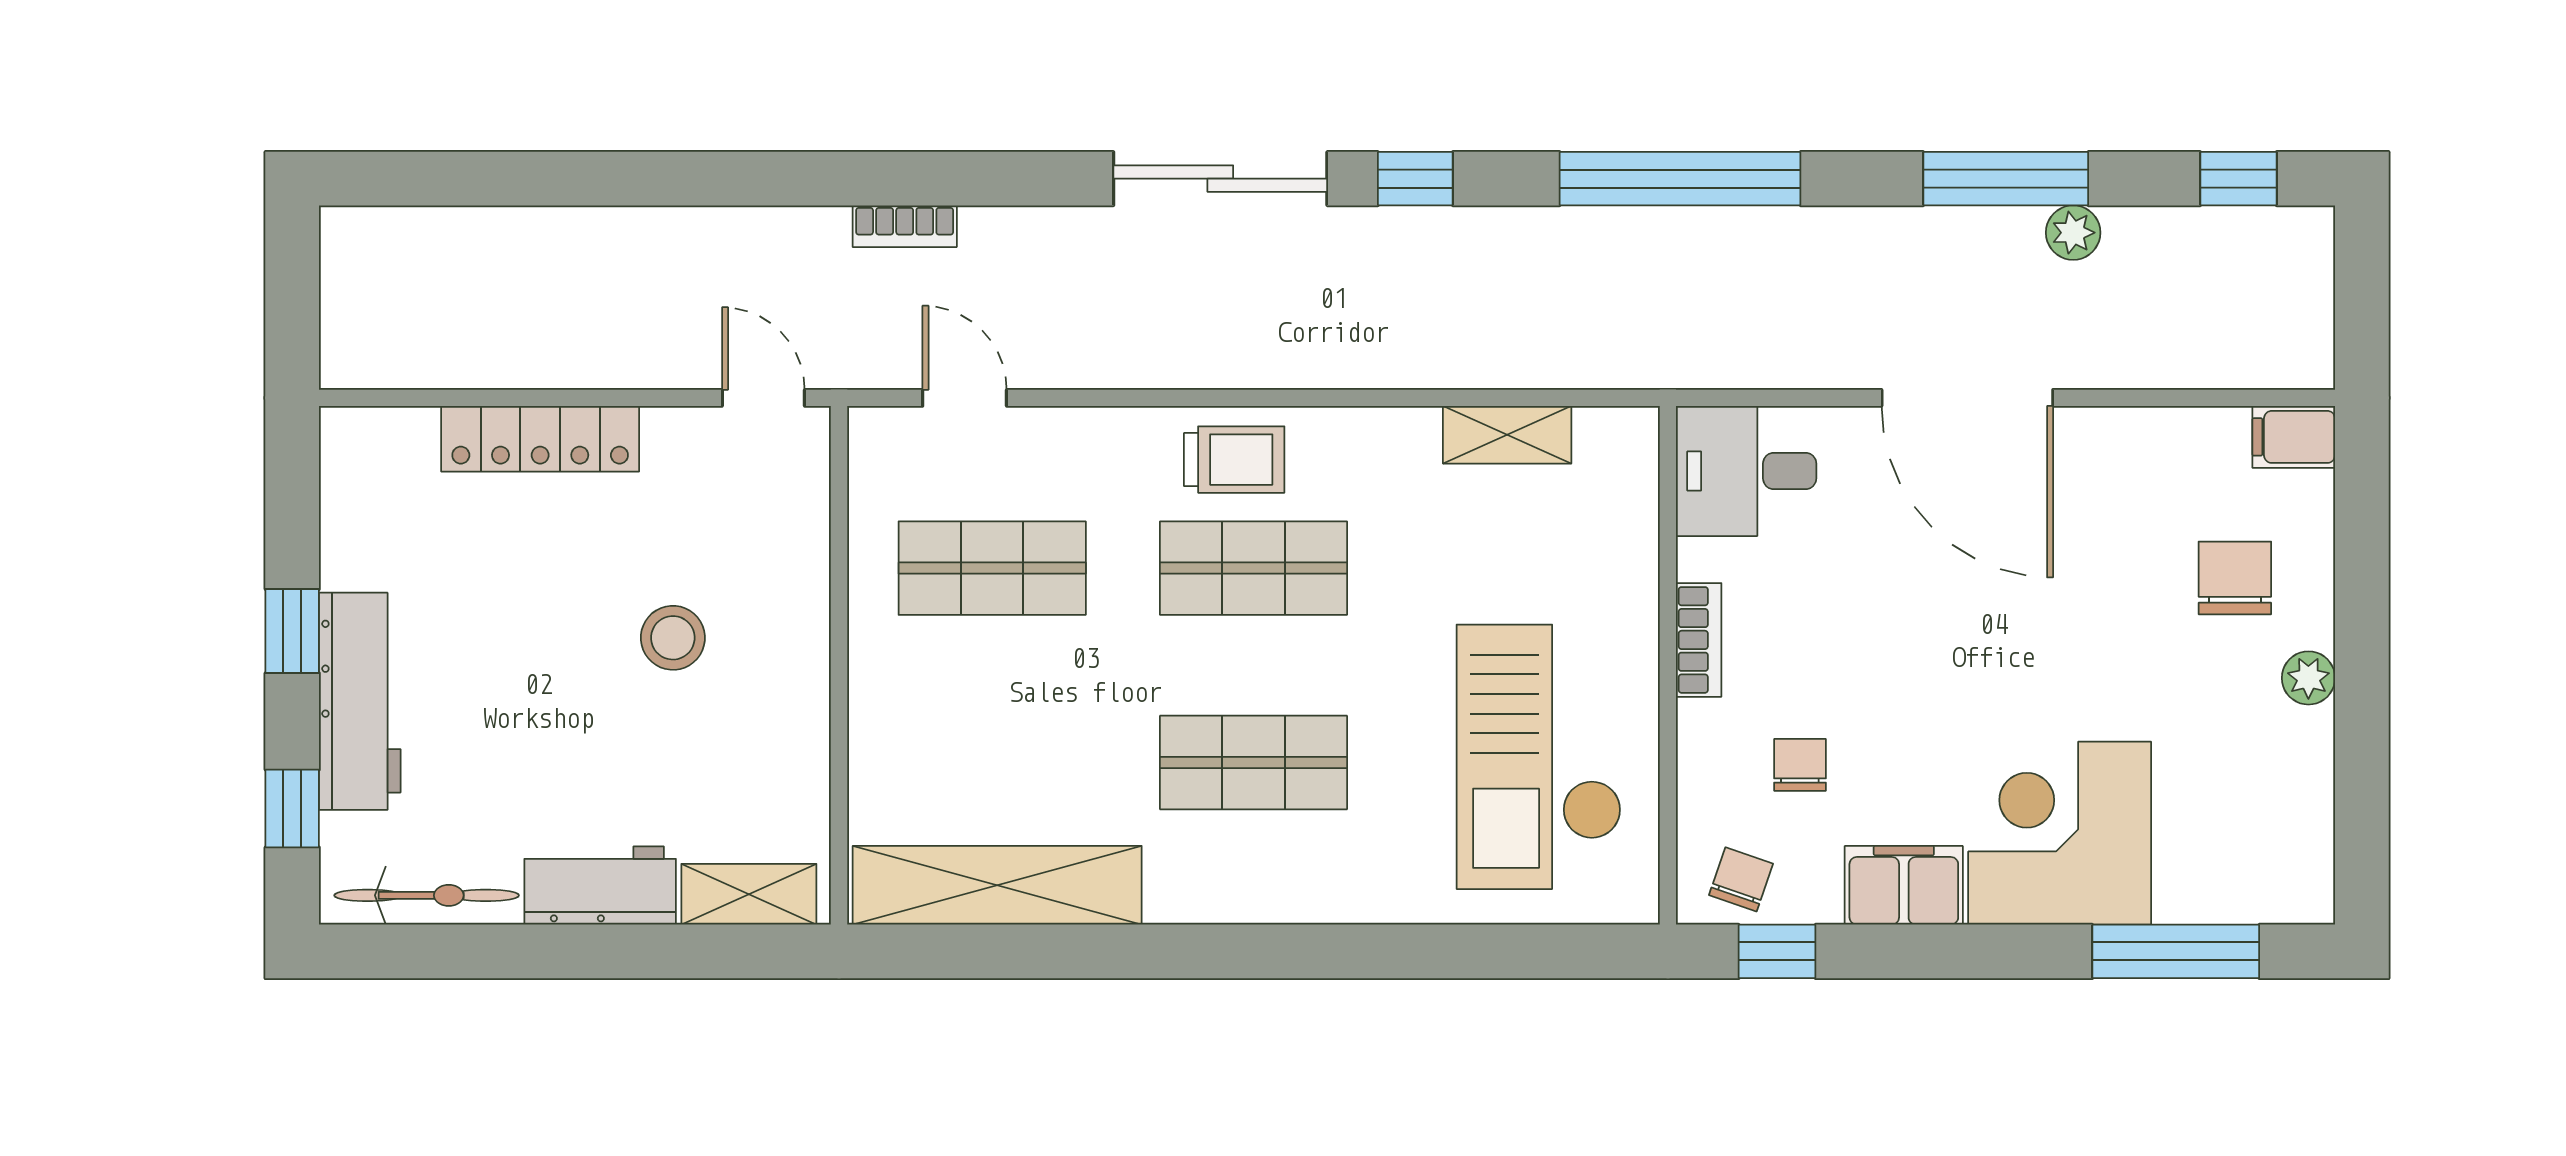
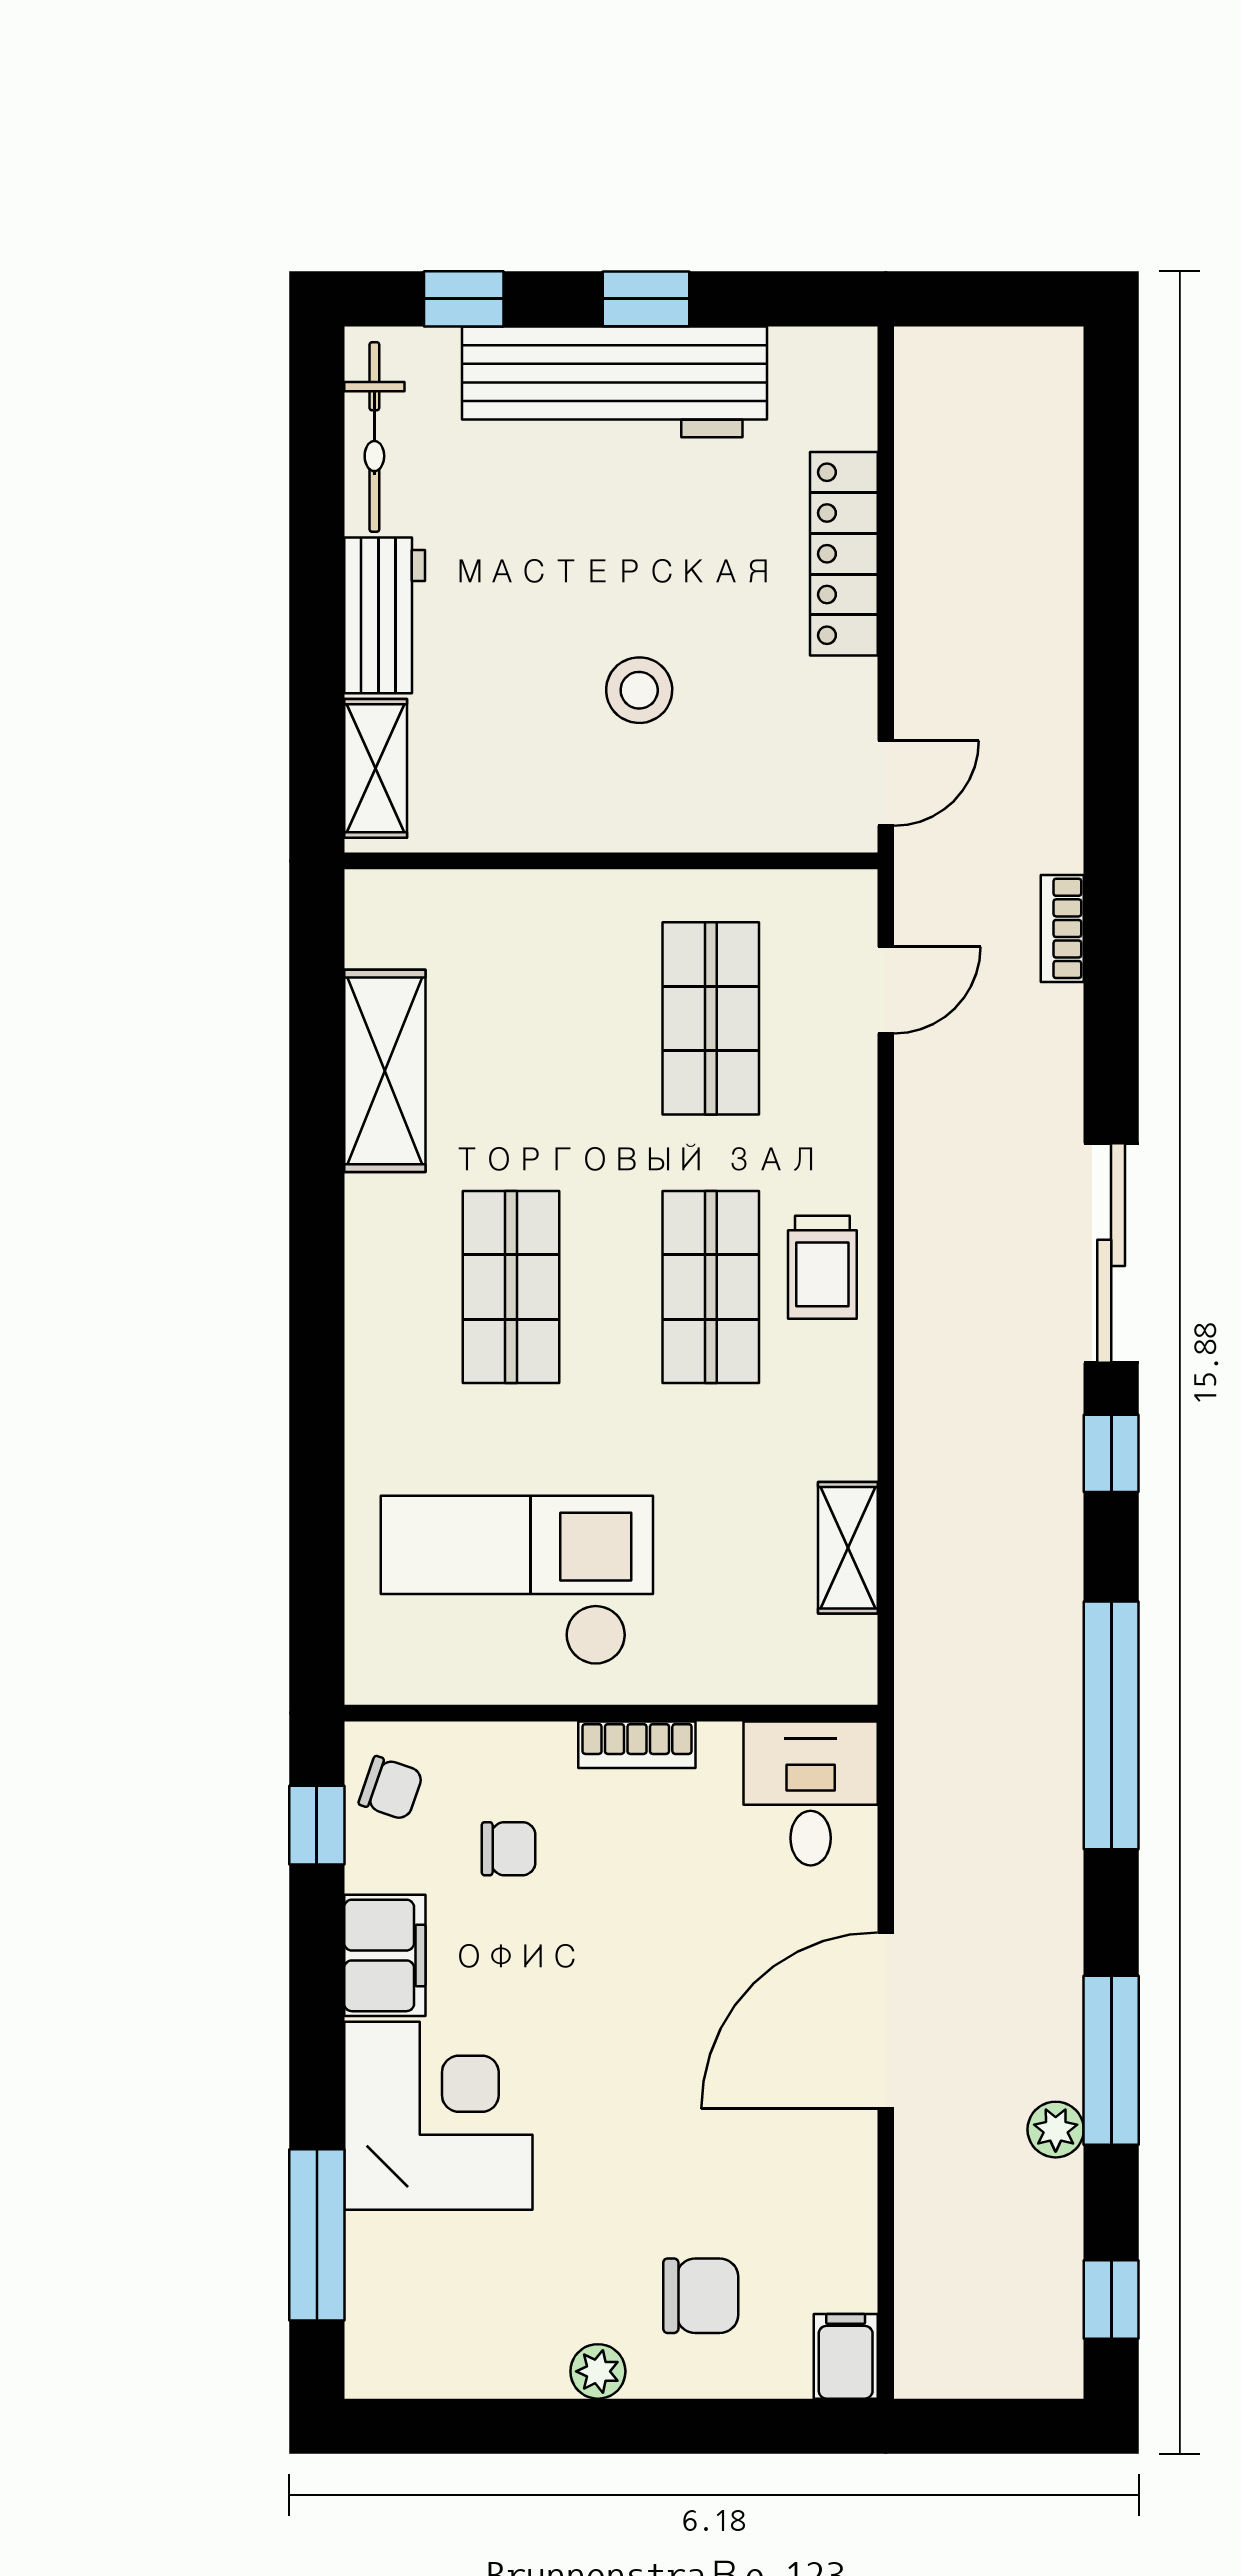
workbench: (360, 701) -> (614, 382), width x1.36, depth x1.32
shelving: (997, 885) -> (385, 1071), width x0.68

